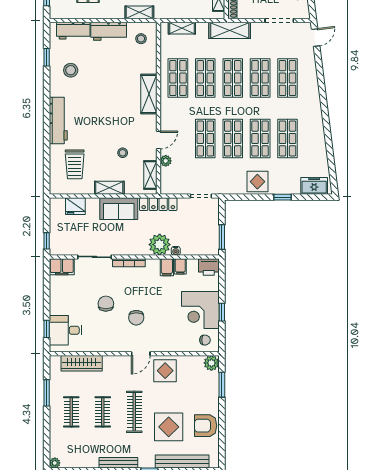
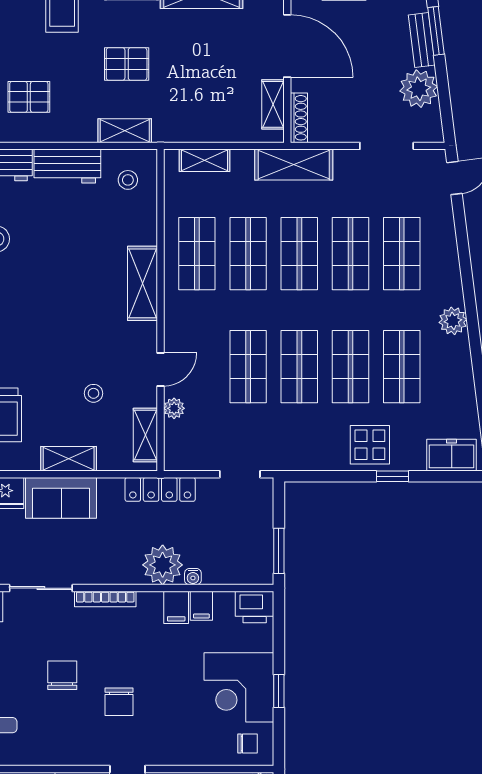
plant: (315, 114) -> (453, 321), added
display table: (257, 182) -> (370, 445), moved
sofa: (119, 209) -> (61, 498), moved

